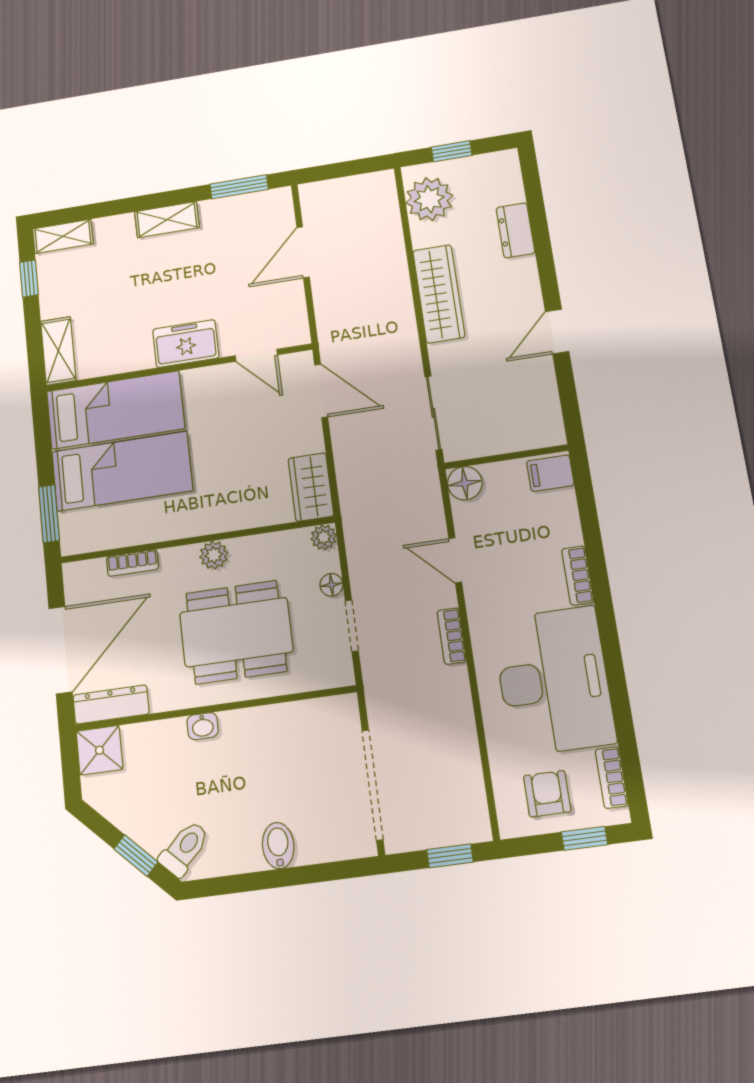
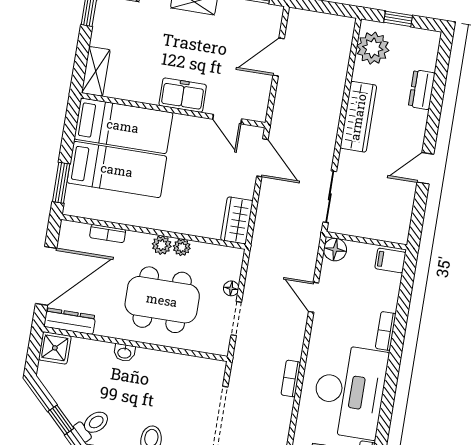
plant: (324, 537) -> (182, 247), moved
bookcase: (452, 636) -> (291, 379), moved

